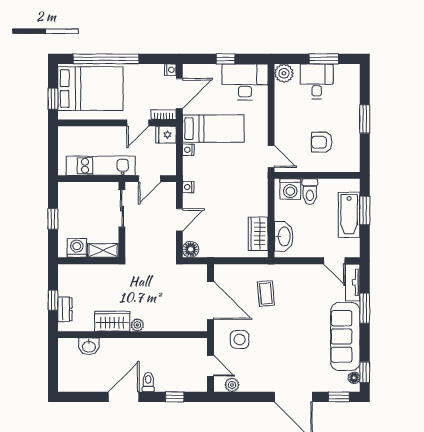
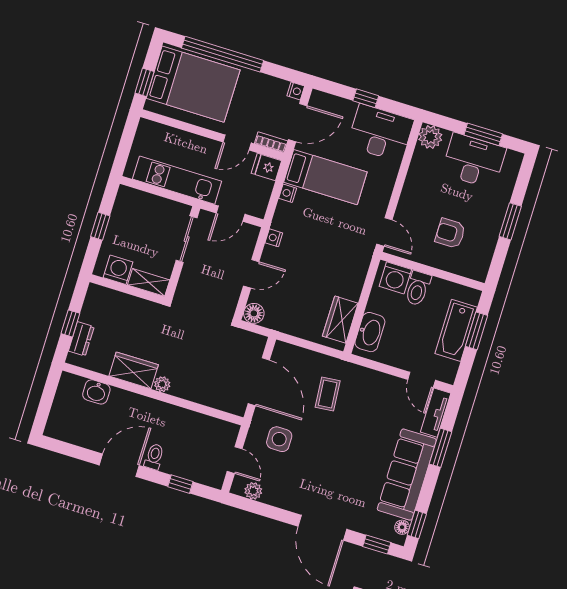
desk: (317, 81) -> (474, 161), width x1.37

